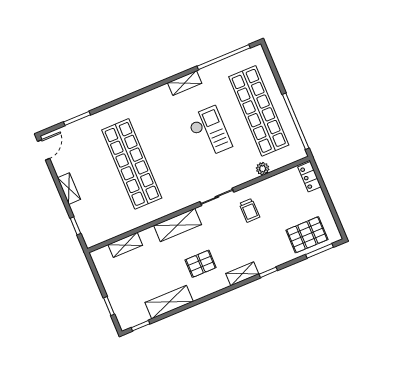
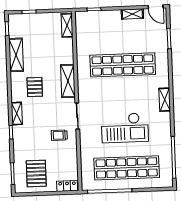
shelving: (185, 83) -> (165, 100), moved
checkout: (209, 132) -> (125, 128), width x1.36, depth x1.21
plant: (263, 169) -> (85, 155), removed
shelving: (69, 189) -> (132, 14), moved
pallet: (307, 235) -> (36, 173), moved
shelving: (125, 245) -> (67, 25), moved

